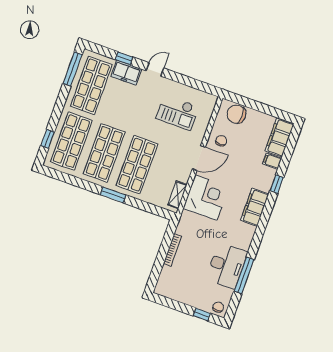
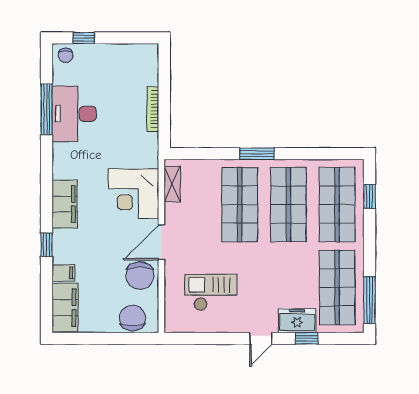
chair: (237, 114) -> (132, 318), turned -90
chair: (221, 141) -> (140, 276), width x1.87, depth x1.87

